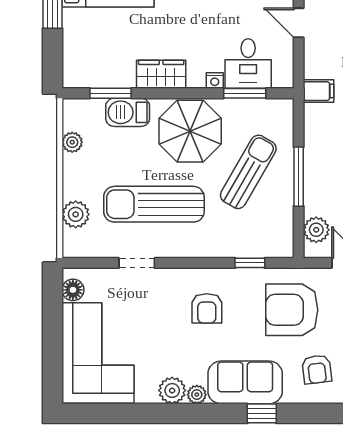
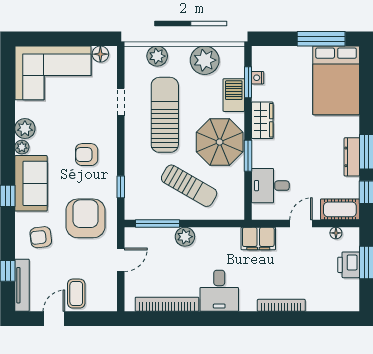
nightstand: (215, 81) -> (258, 78), moved
filing cabinet: (319, 91) -> (258, 238), width x2.00
window: (245, 93) -> (248, 156), moved
plant: (72, 142) -> (205, 60), width x1.87, depth x1.87
window: (299, 177) -> (158, 224), moved
plant: (316, 230) -> (185, 237), moved

